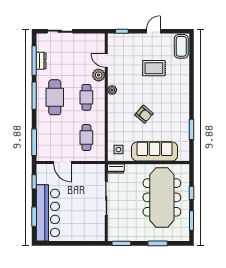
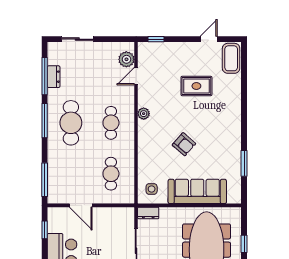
door: (153, 31) -> (209, 39), moved
door: (106, 60) -> (136, 76), hinge flipped
plant: (99, 75) -> (126, 59), moved

